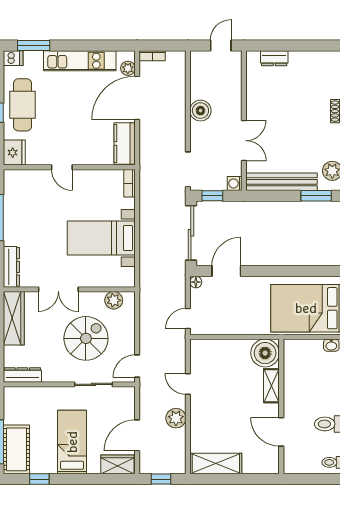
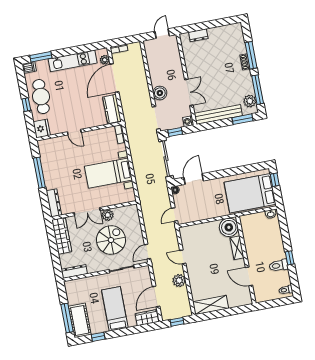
boiler: (200, 111) -> (160, 93), moved
plant: (114, 300) -> (108, 215), moved

